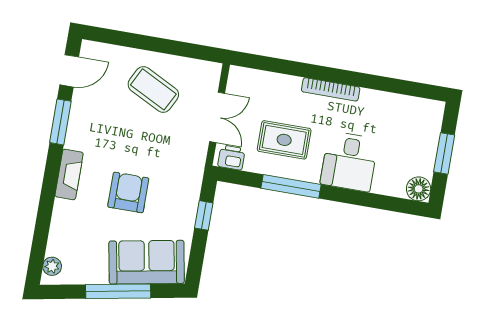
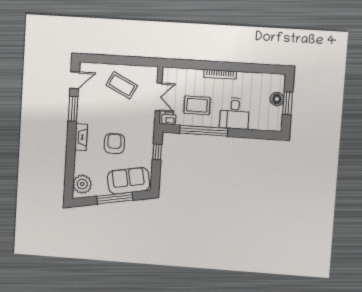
window: (291, 186) -> (204, 131), width x1.46
floor lamp: (419, 189) -> (277, 99), moved
plant: (52, 266) -> (82, 184), width x1.88, depth x1.88

